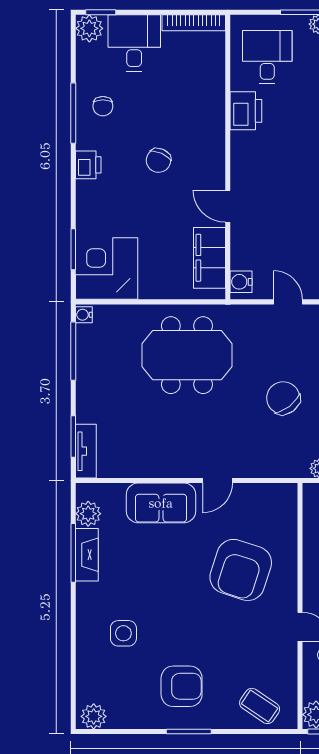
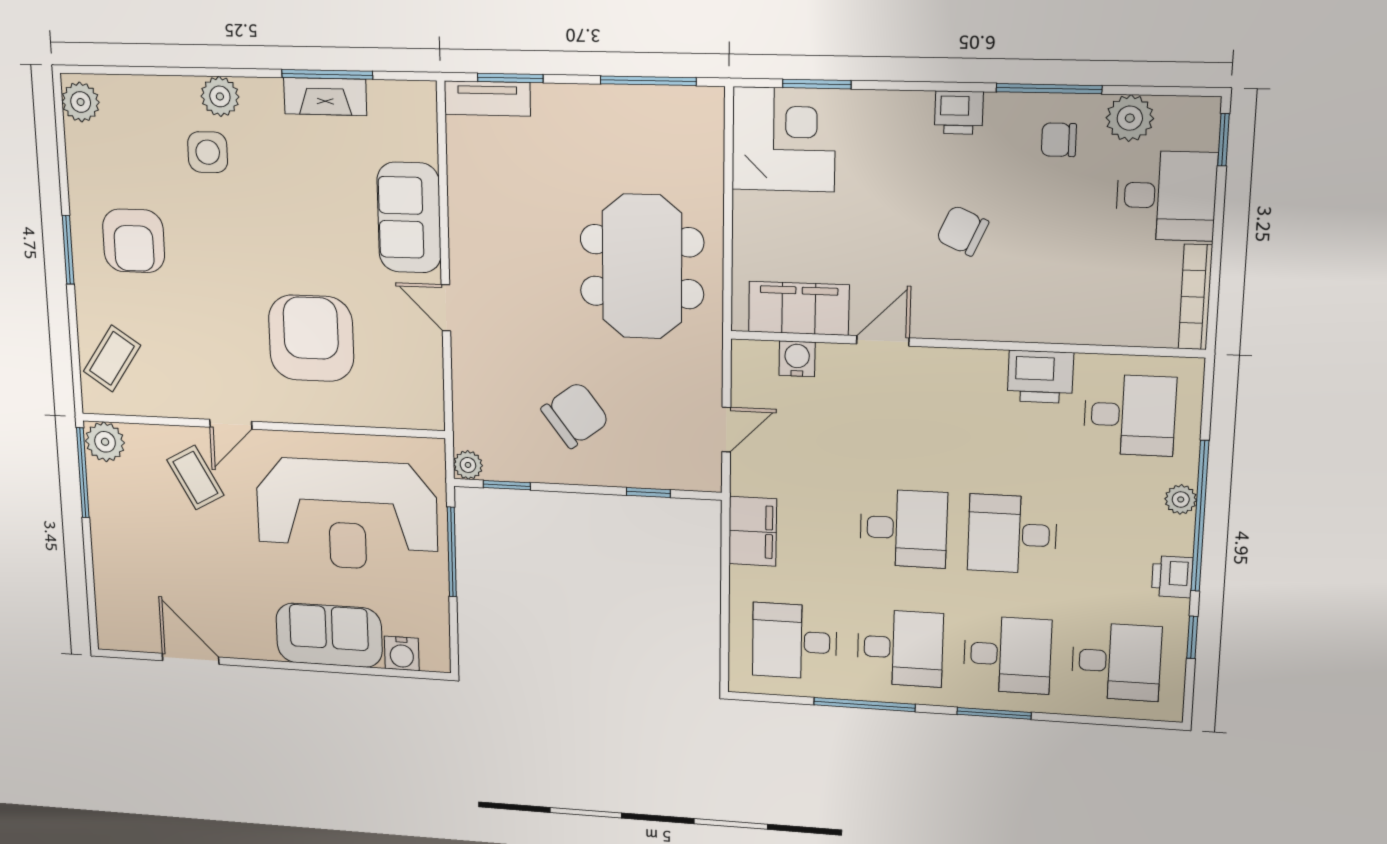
plant: (89, 28) -> (1130, 118), moved
water cooler: (241, 282) -> (797, 359), moved
water cooler: (84, 315) -> (708, 100), removed
plant: (88, 514) -> (220, 96), moved
armchair: (241, 570) -> (311, 338), turned 72

